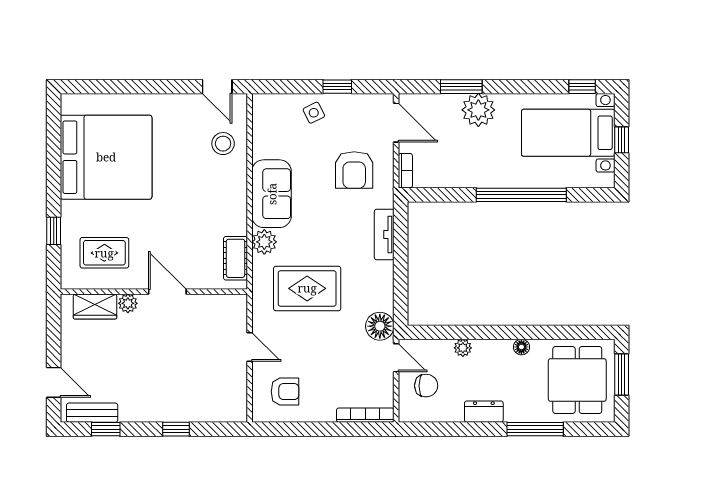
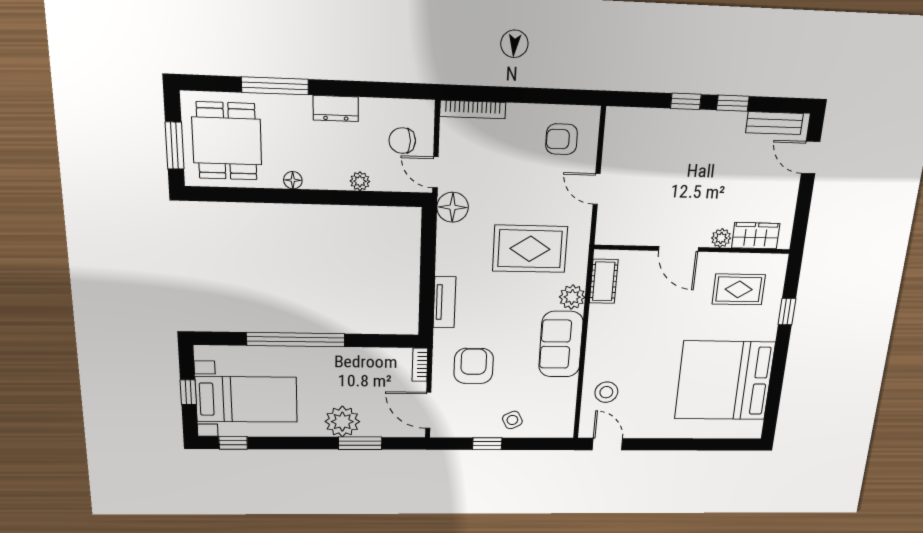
window: (106, 429) -> (733, 103), moved

